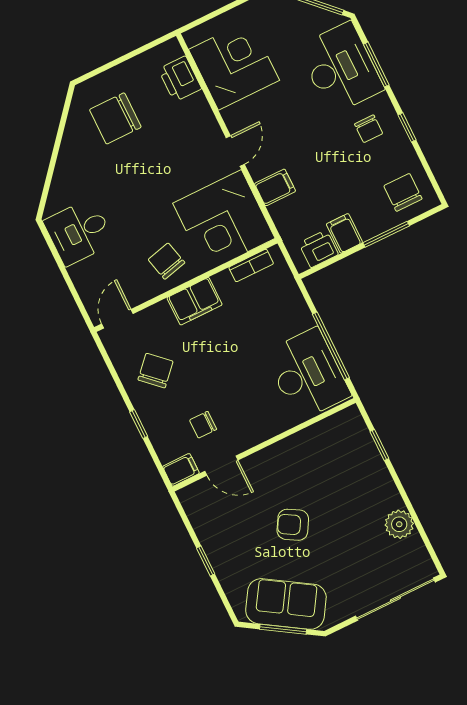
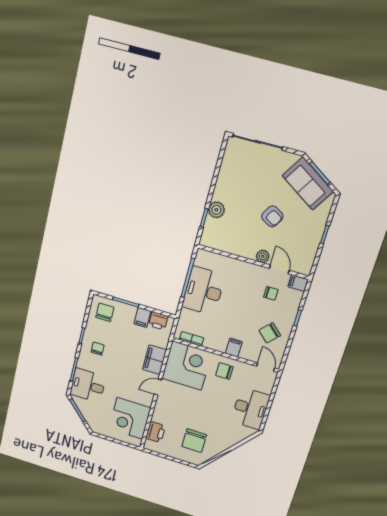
desk: (341, 68) -> (88, 385), width x0.73
chair: (115, 118) -> (194, 441), turned 90
filing cabinet: (275, 187) -> (155, 360), width x2.00
chair: (403, 192) -> (105, 312), turned 180
desk: (79, 232) -> (250, 408), width x1.37
chair: (167, 261) -> (224, 371), turned 104
filing cabinet: (195, 301) -> (234, 347), width x0.50
door: (117, 319) -> (266, 367), swing flipped
desk: (307, 374) -> (203, 291), moved
plant: (258, 463) -> (263, 256), added
plant: (399, 524) -> (216, 210), moved

